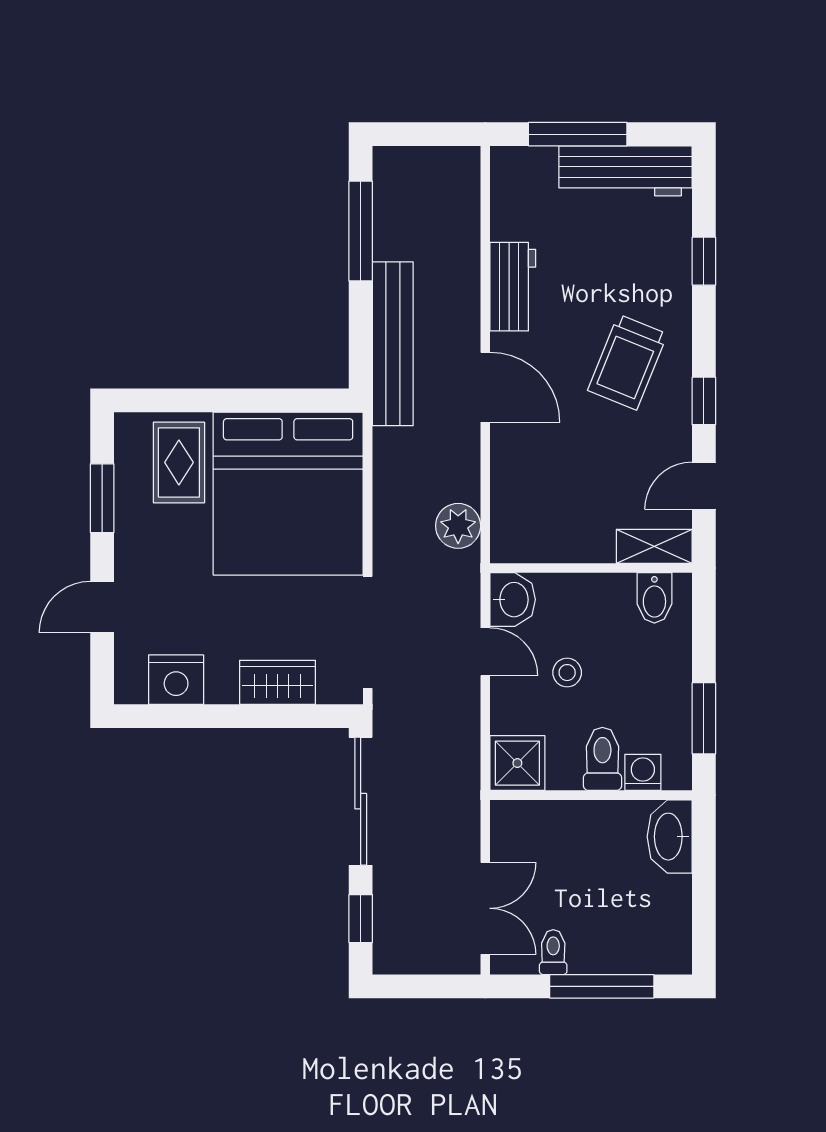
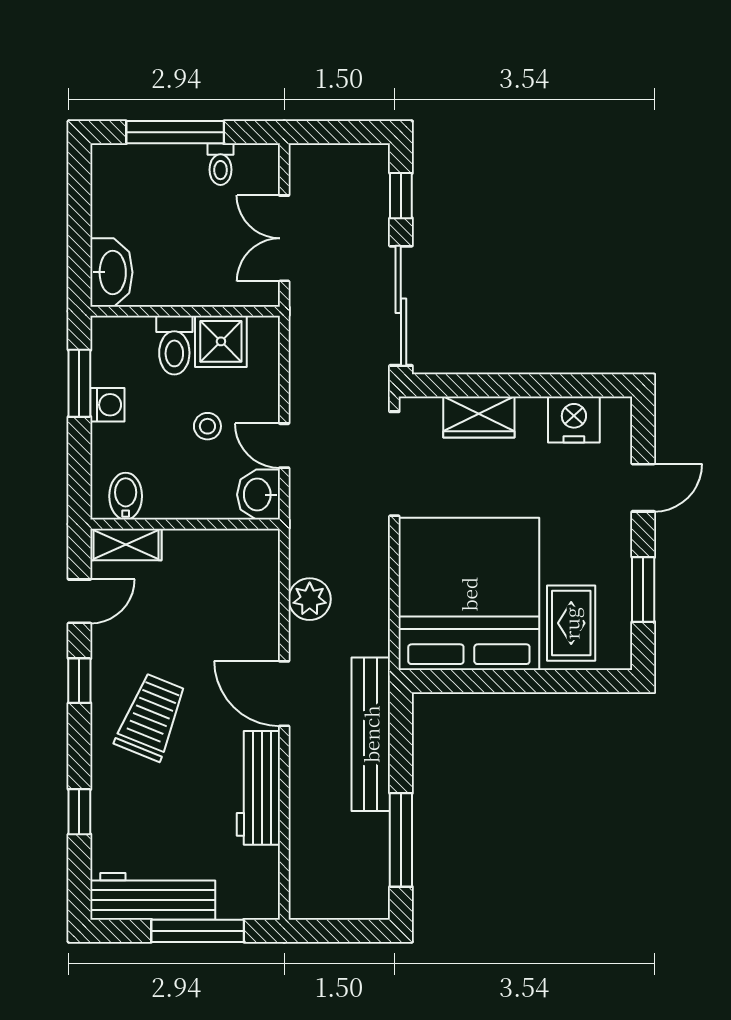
workbench: (513, 287) -> (258, 788), width x1.38
plant: (458, 526) -> (310, 599), moved
shower: (517, 763) -> (221, 341), moved
washing machine: (643, 772) -> (107, 405), moved, turned -90
double door: (485, 908) -> (284, 238), moved

